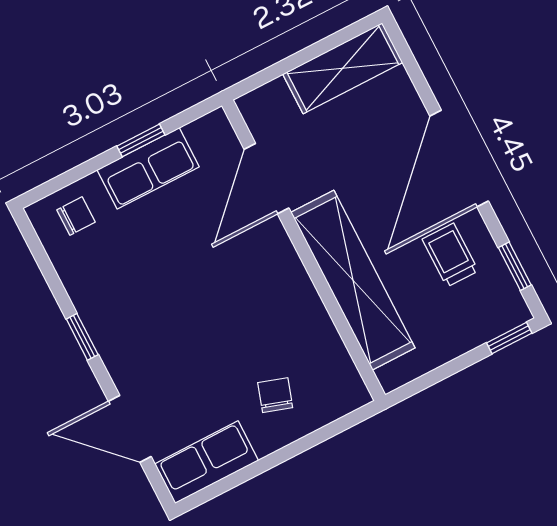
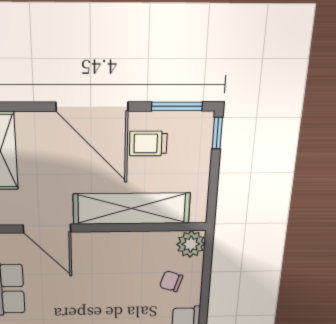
window: (515, 266) -> (177, 106), width x1.50
plant: (344, 391) -> (191, 244), added

